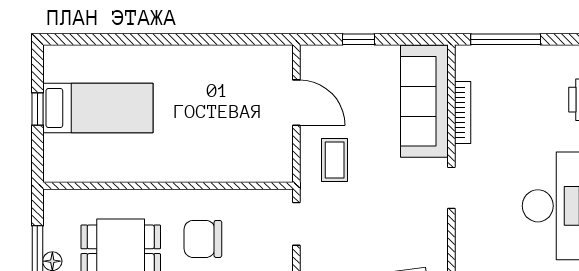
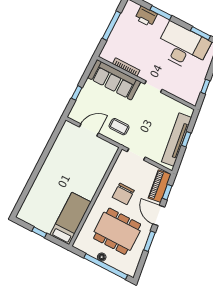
window: (506, 39) -> (111, 26), moved
bed: (98, 108) -> (70, 218), moved

